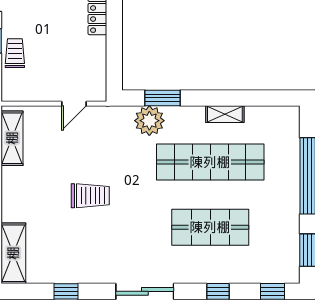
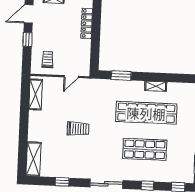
trolley: (15, 53) -> (48, 60), moved
plant: (149, 121) -> (113, 88), removed

